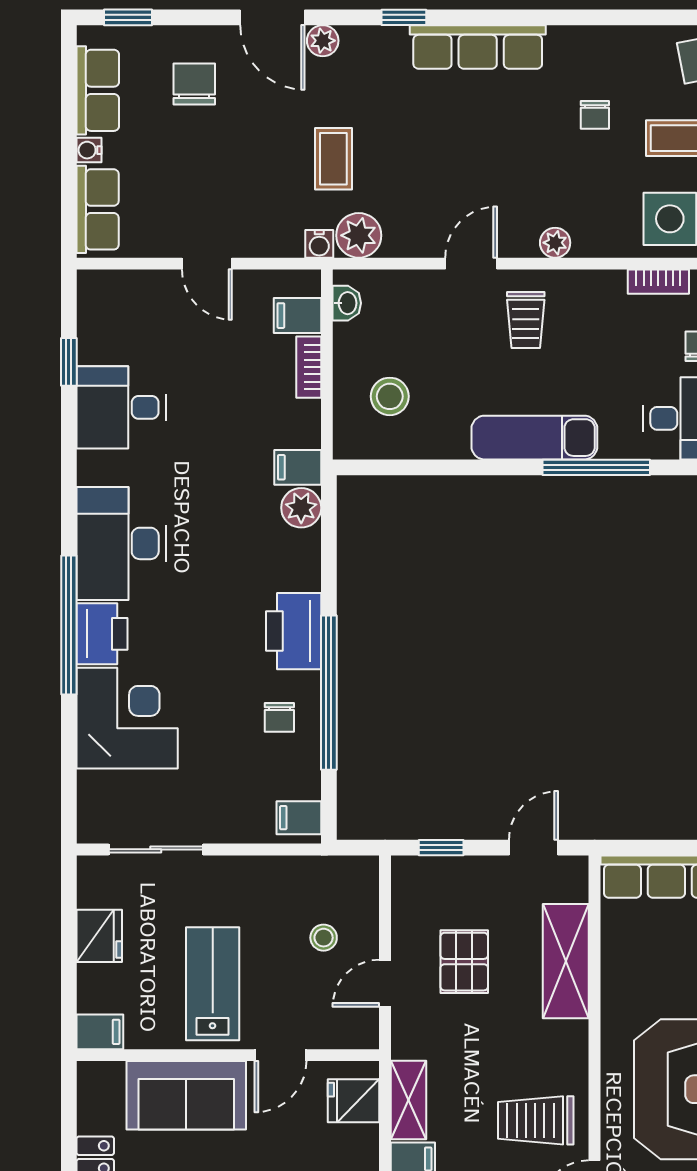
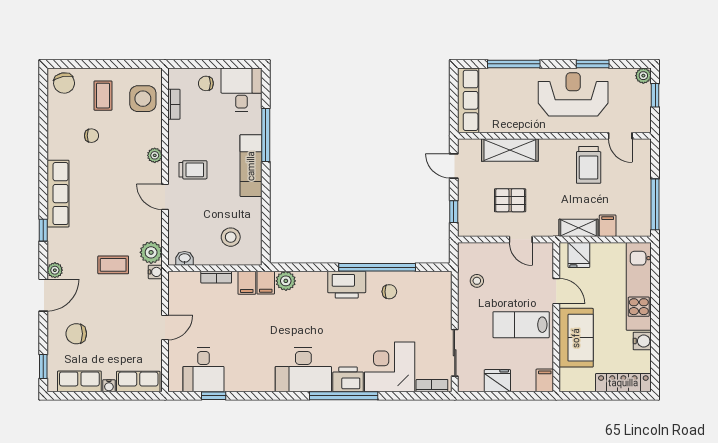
filing cabinet: (297, 316) -> (247, 283), moved
desk: (121, 407) -> (204, 370), moved
bookcase: (89, 804) -> (432, 386), added
filing cabinet: (299, 818) -> (439, 282), removed
stool: (324, 938) -> (477, 281), moved

